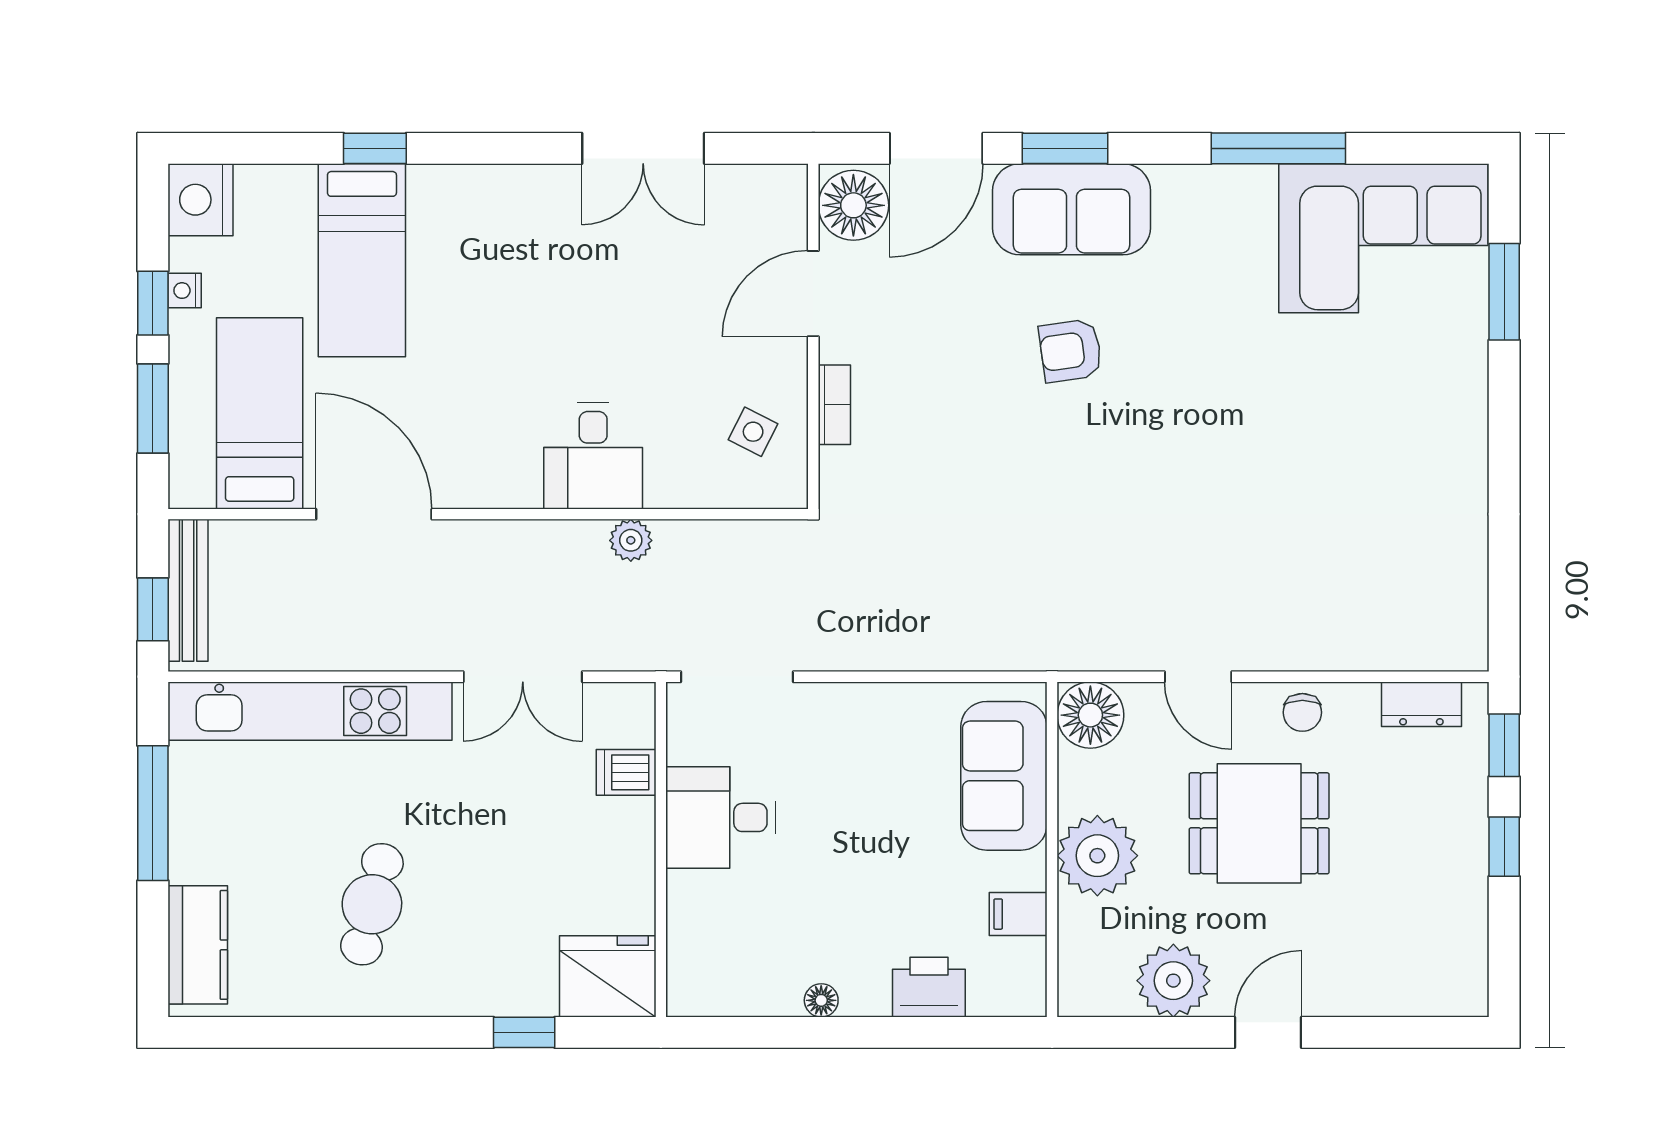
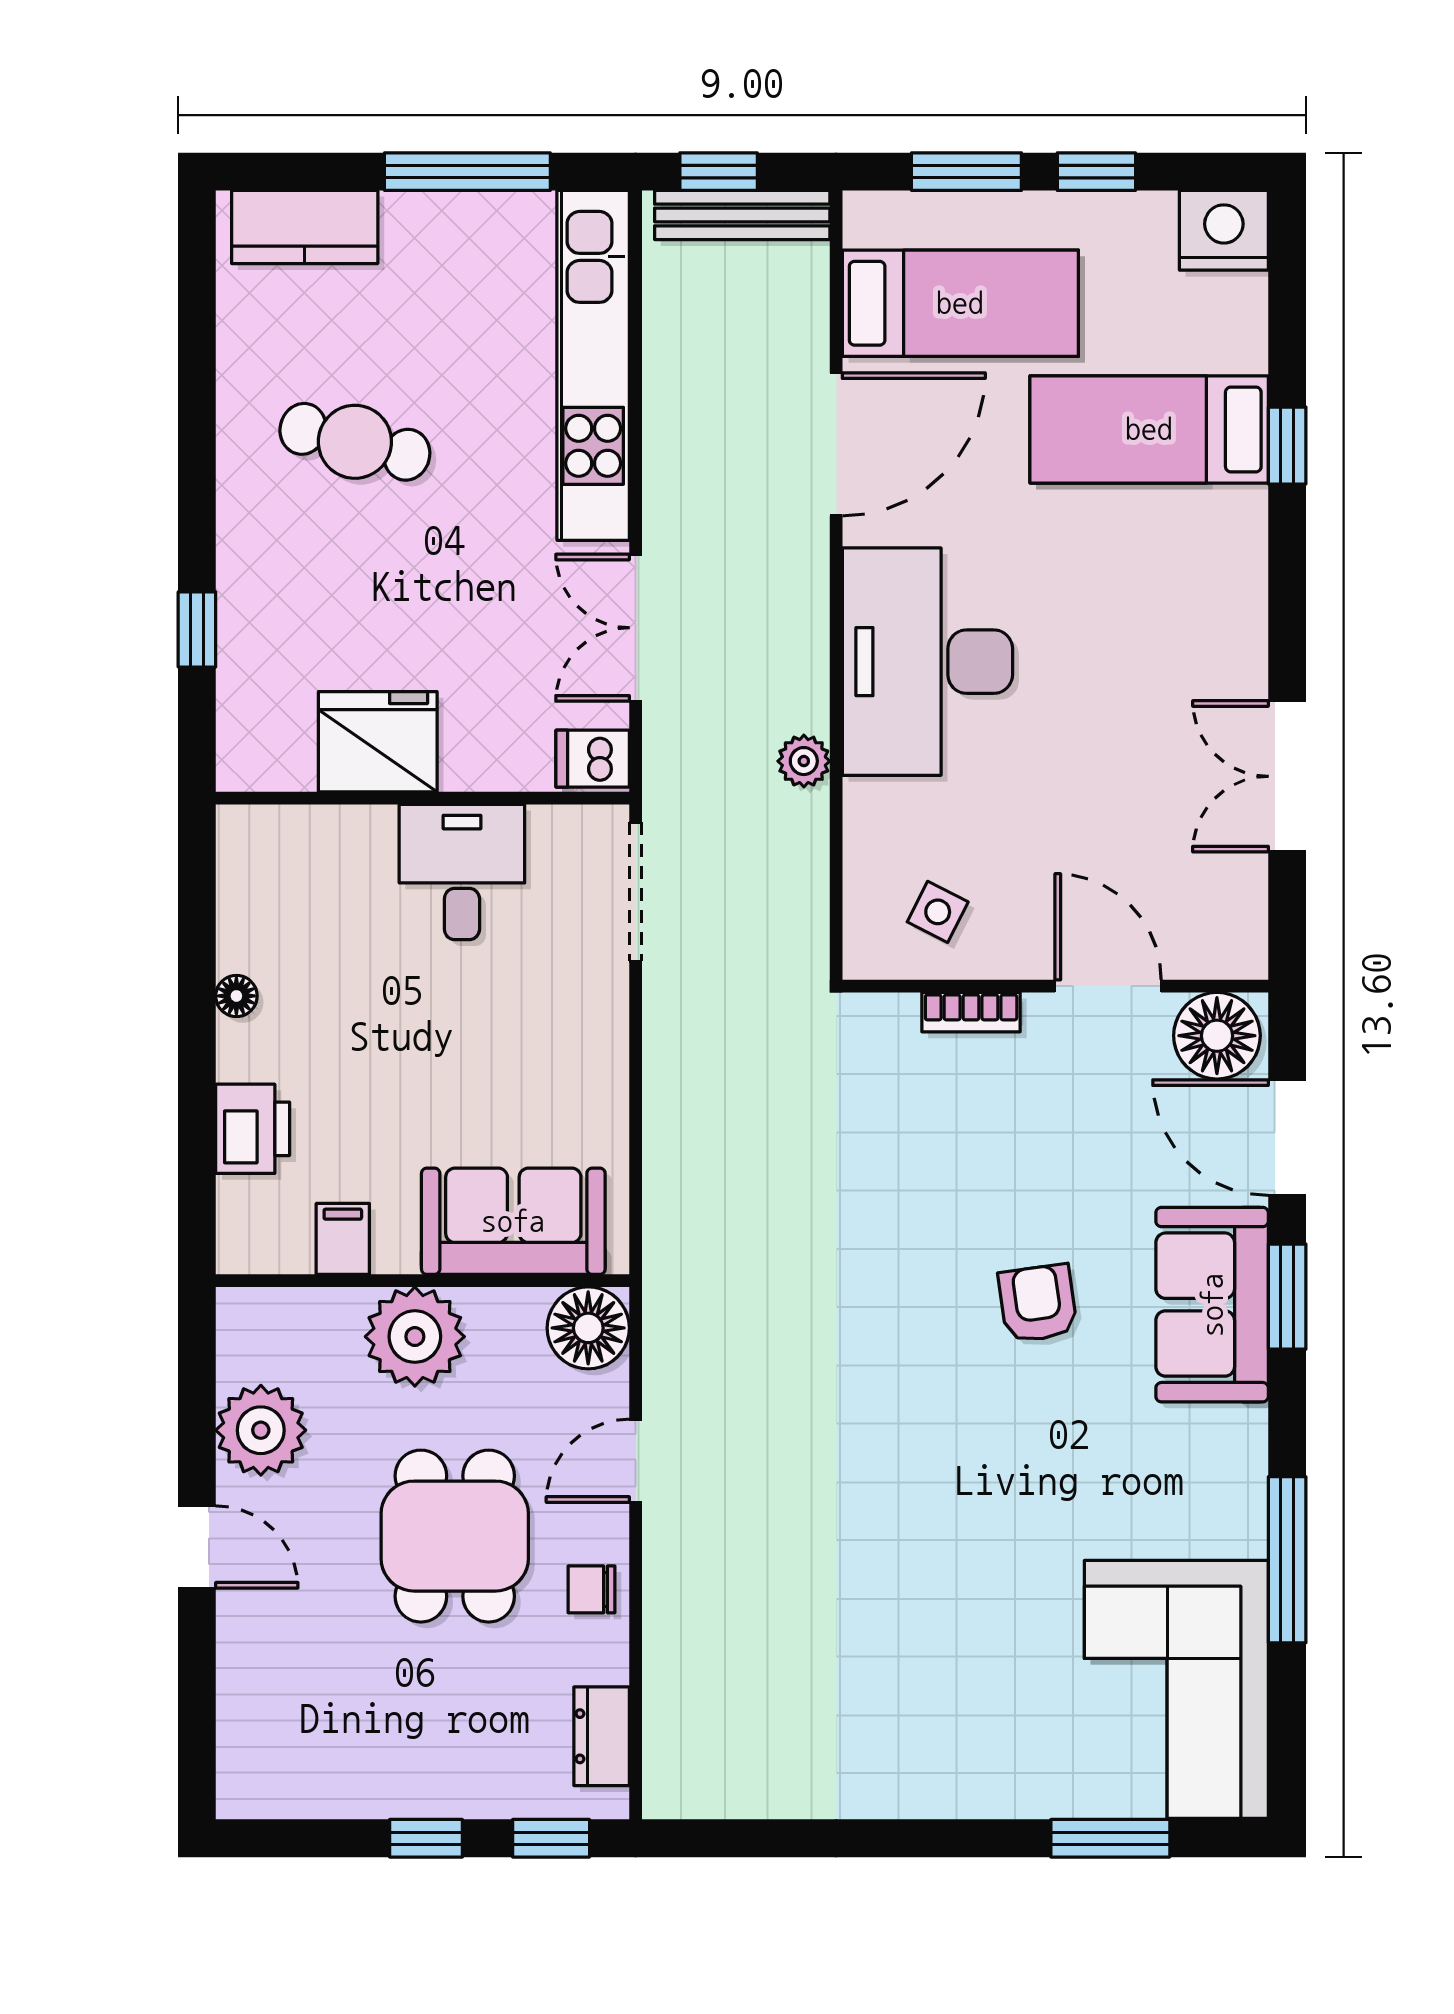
nightstand: (185, 291) -> (1112, 211), removed
desk: (593, 456) -> (927, 662), width x1.87, depth x1.30
dishwasher: (626, 772) -> (593, 759), moved, turned -90
fridge: (608, 976) -> (378, 742), moved, turned -90

